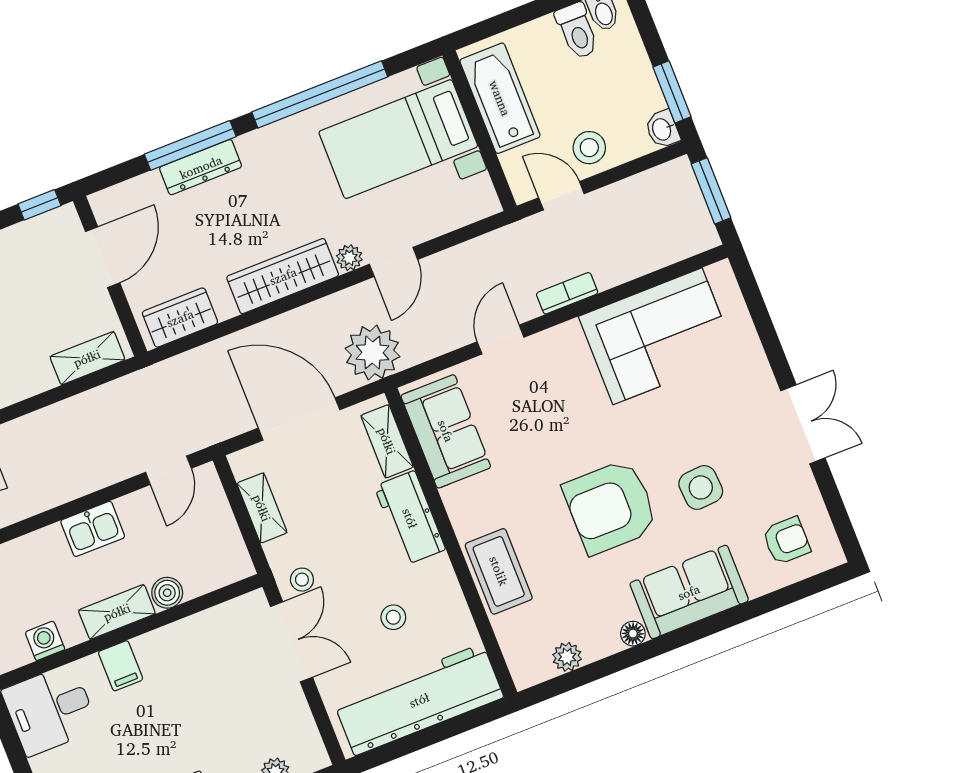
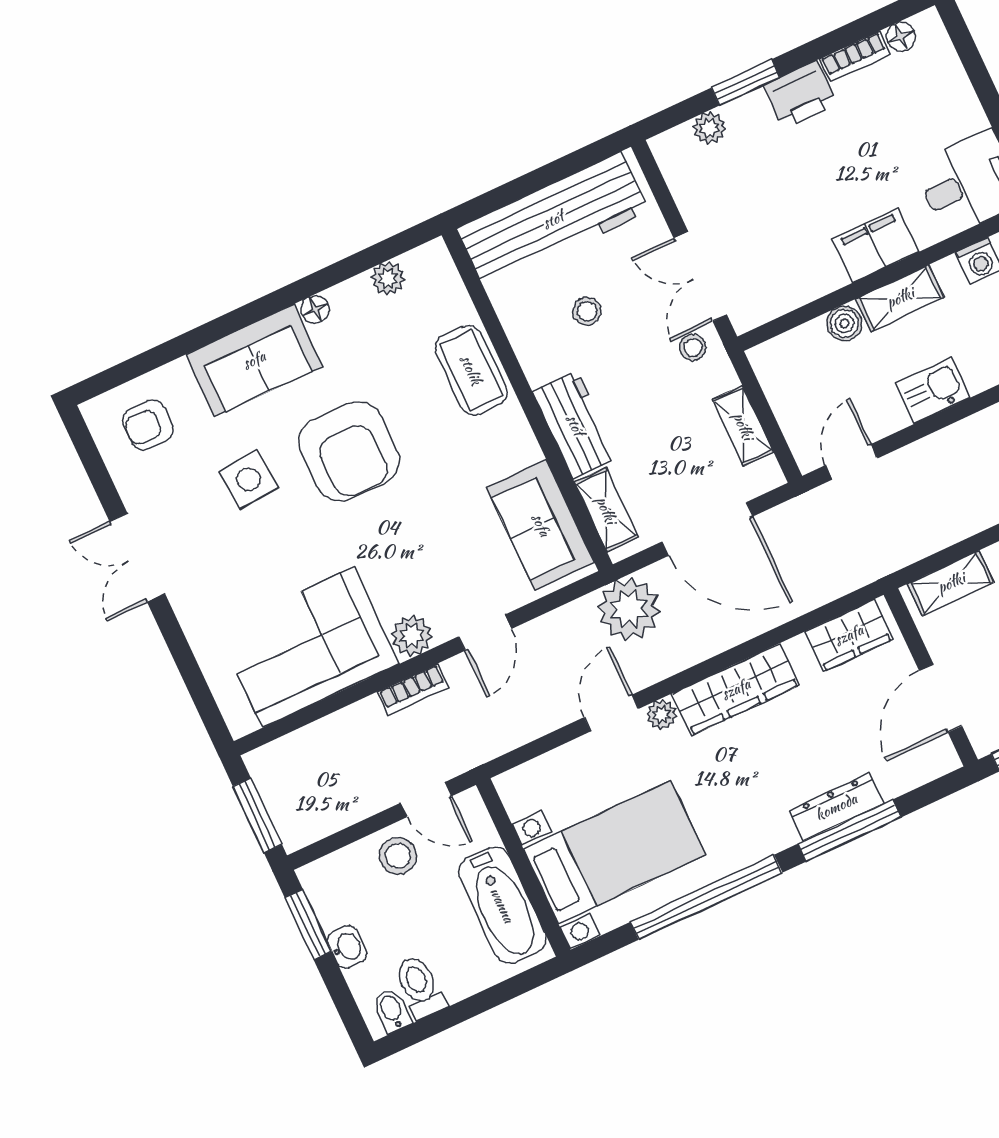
washbasin: (662, 129) -> (347, 947), moved
plant: (565, 341) -> (412, 636), added
armchair: (611, 507) -> (349, 451), turned 90
filing cabinet: (121, 666) -> (875, 245), width x2.00

